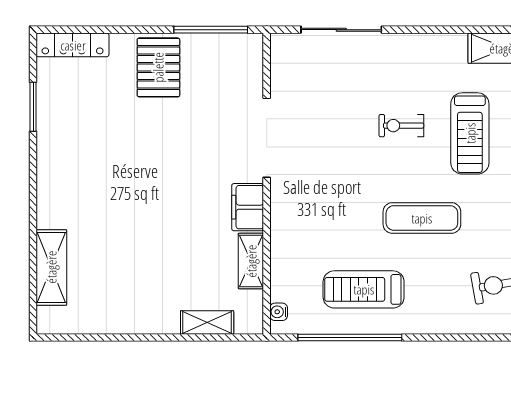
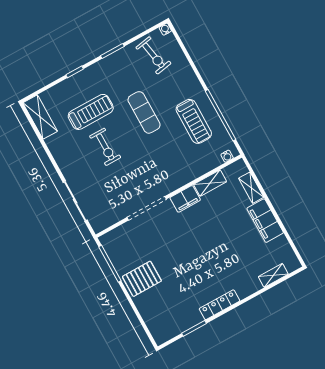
locker: (73, 45) -> (219, 305), moved, turned -90
exercise bike: (401, 126) -> (105, 147), width x1.38, depth x1.39
shelving: (51, 267) -> (273, 275), width x0.67, depth x0.75
filing cabinet: (142, 316) -> (265, 221), added

